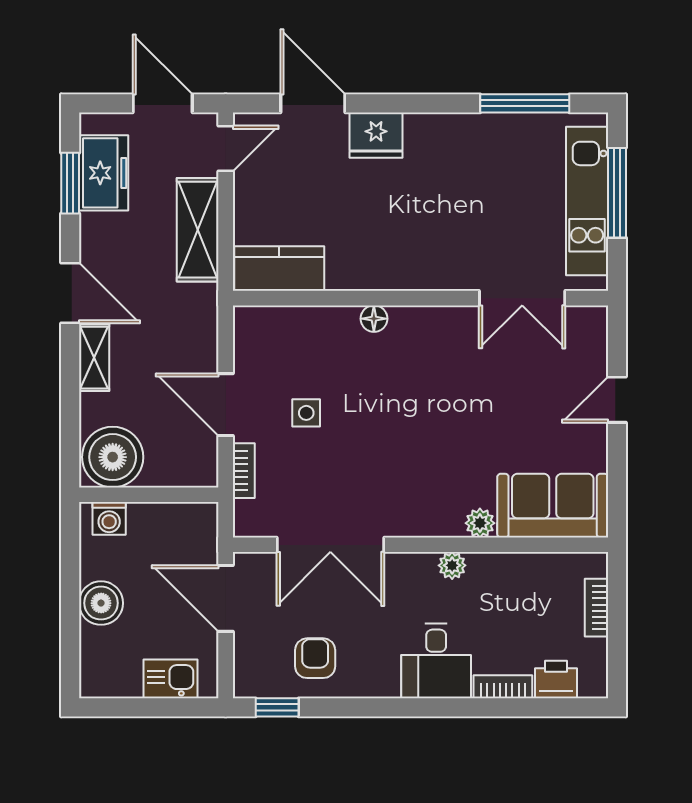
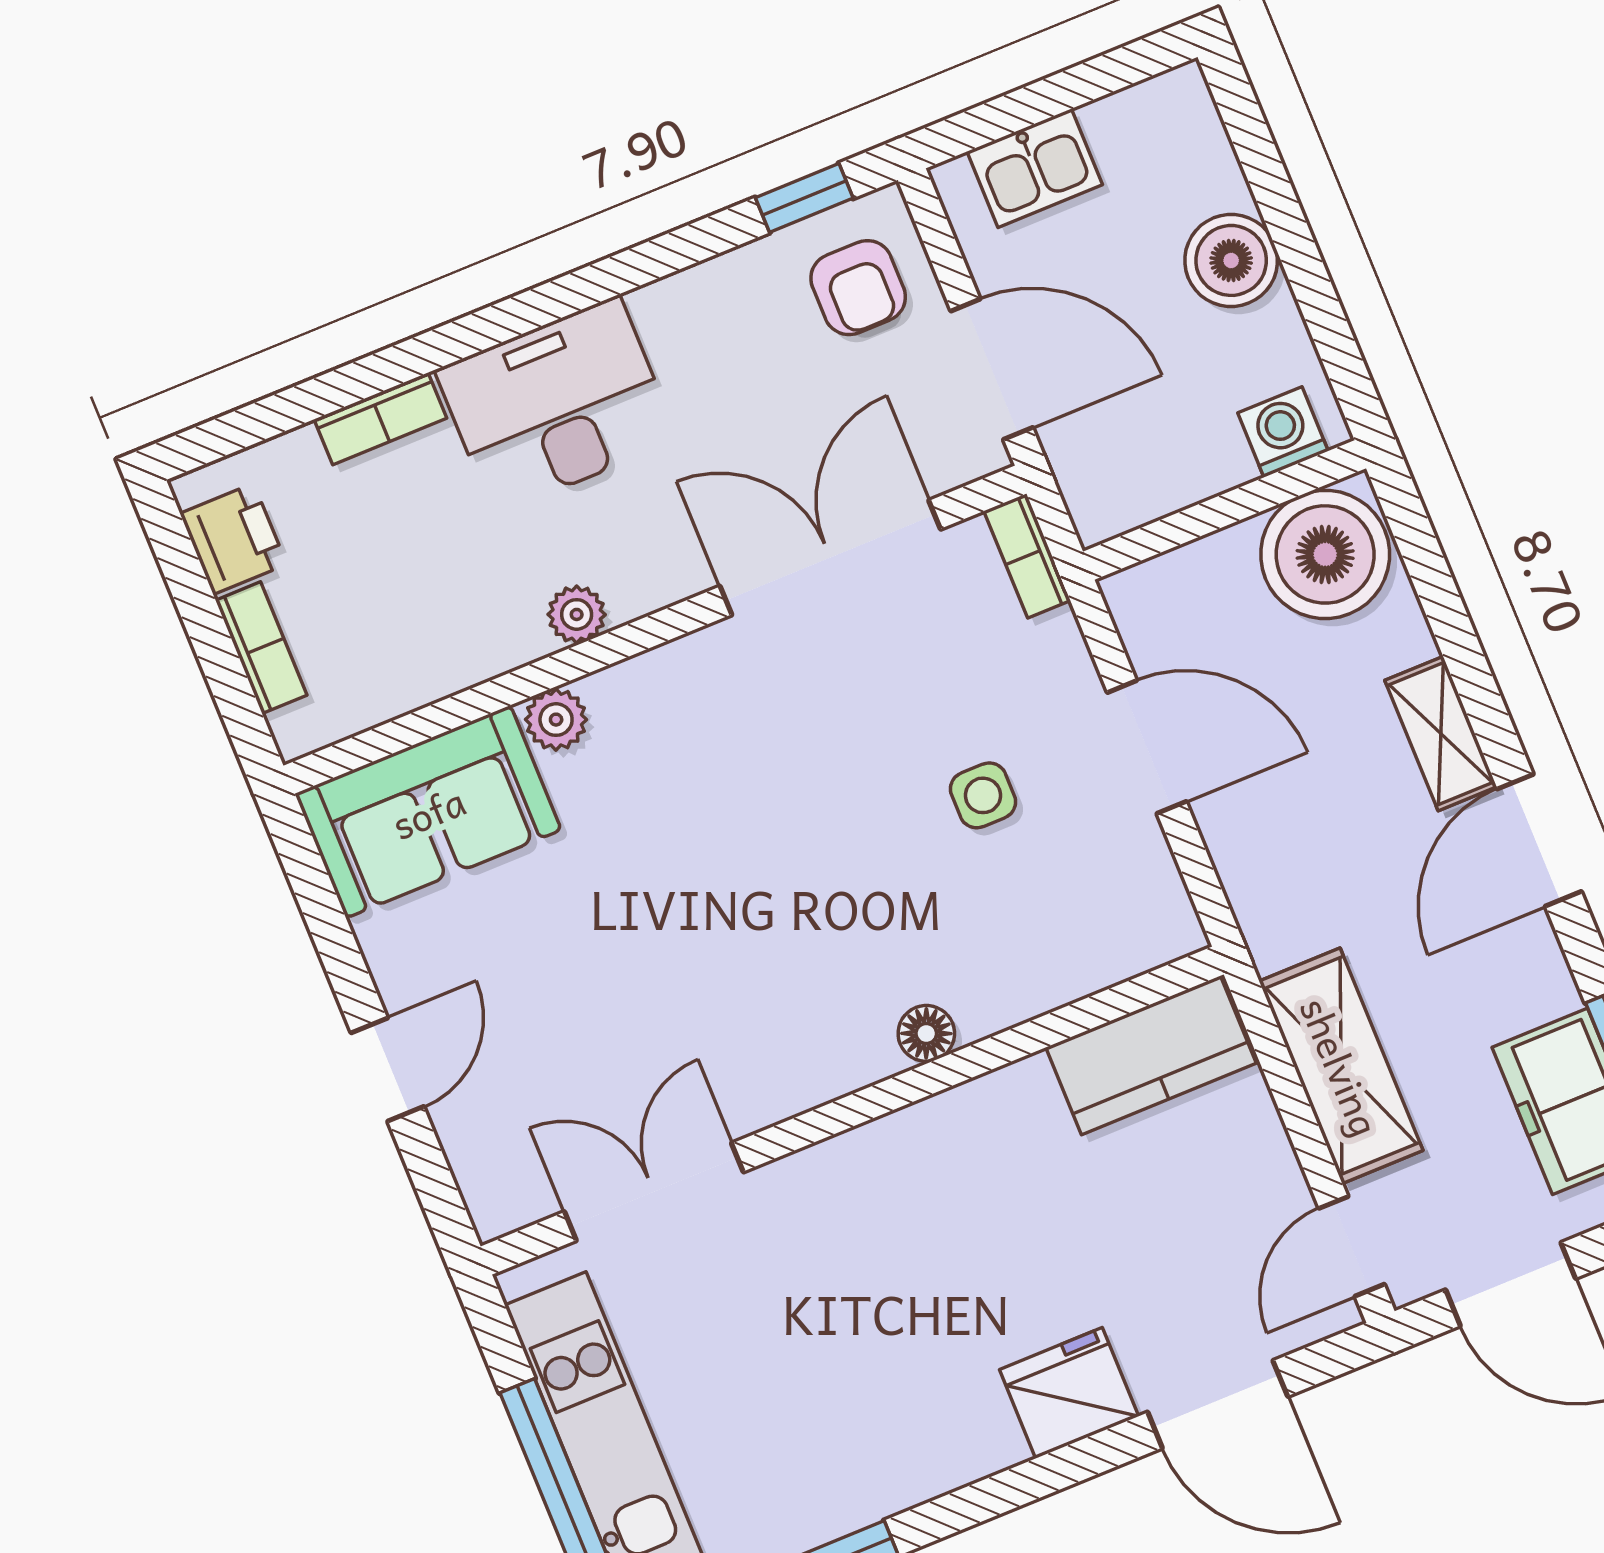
door: (70, 293) -> (1539, 840), hinge flipped
bookcase: (244, 471) -> (1027, 556), moved
armchair: (315, 658) -> (858, 288), moved
desk: (436, 661) -> (557, 405), width x1.37
printer: (556, 679) -> (233, 539), moved, turned -90

